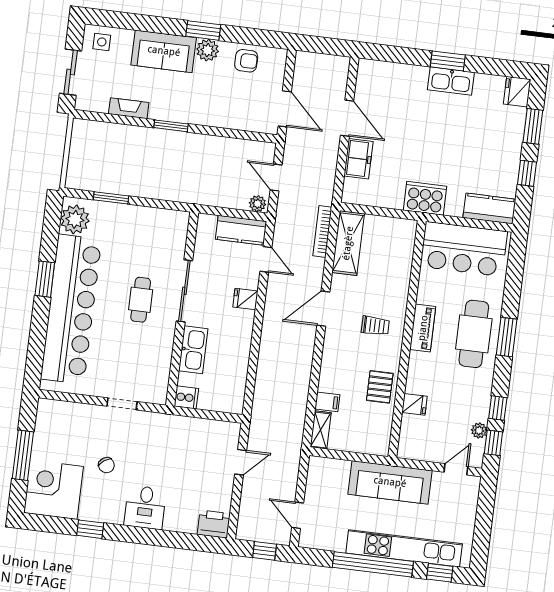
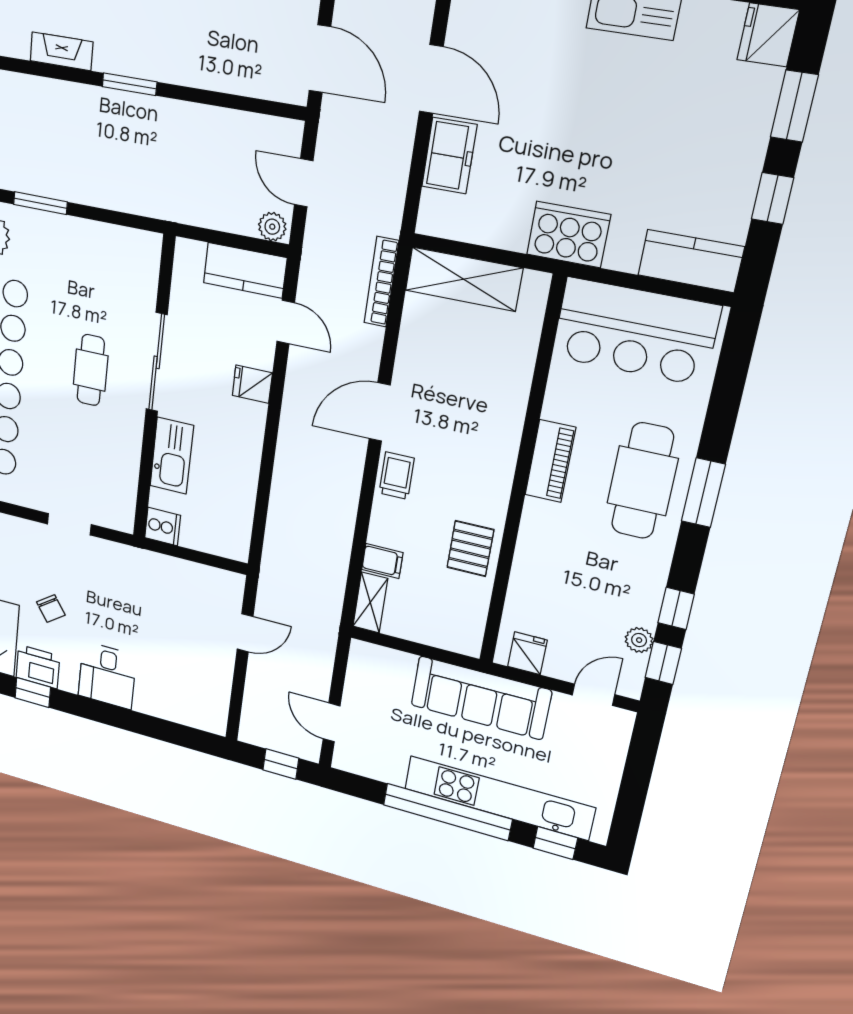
shelving: (348, 243) -> (464, 279), moved, turned 90
trolley: (375, 326) -> (397, 476), moved, turned -90
fridge: (415, 404) -> (527, 653), moved, turned -90
printer: (214, 524) -> (38, 667), moved

